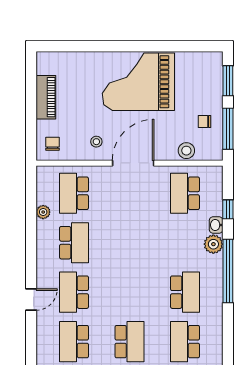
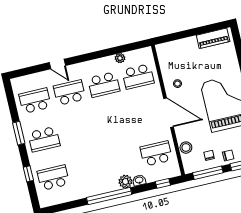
piano: (46, 97) -> (213, 38), moved
chair: (52, 144) -> (228, 155), moved
school desk: (74, 193) -> (138, 76), turned 180
window: (228, 209) -> (163, 183), moved
school desk: (185, 292) -> (87, 170), removed

